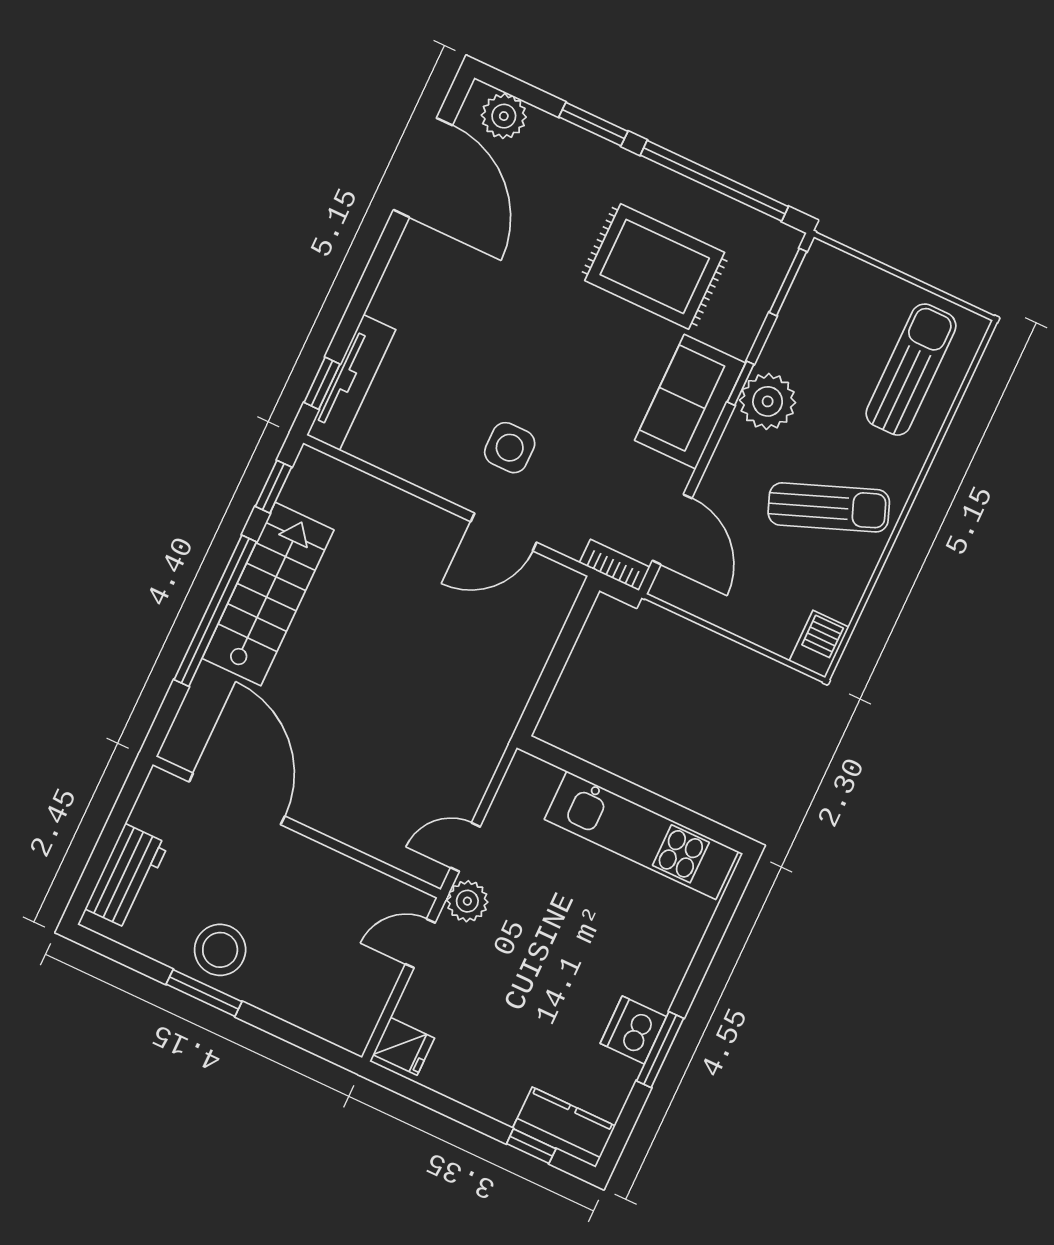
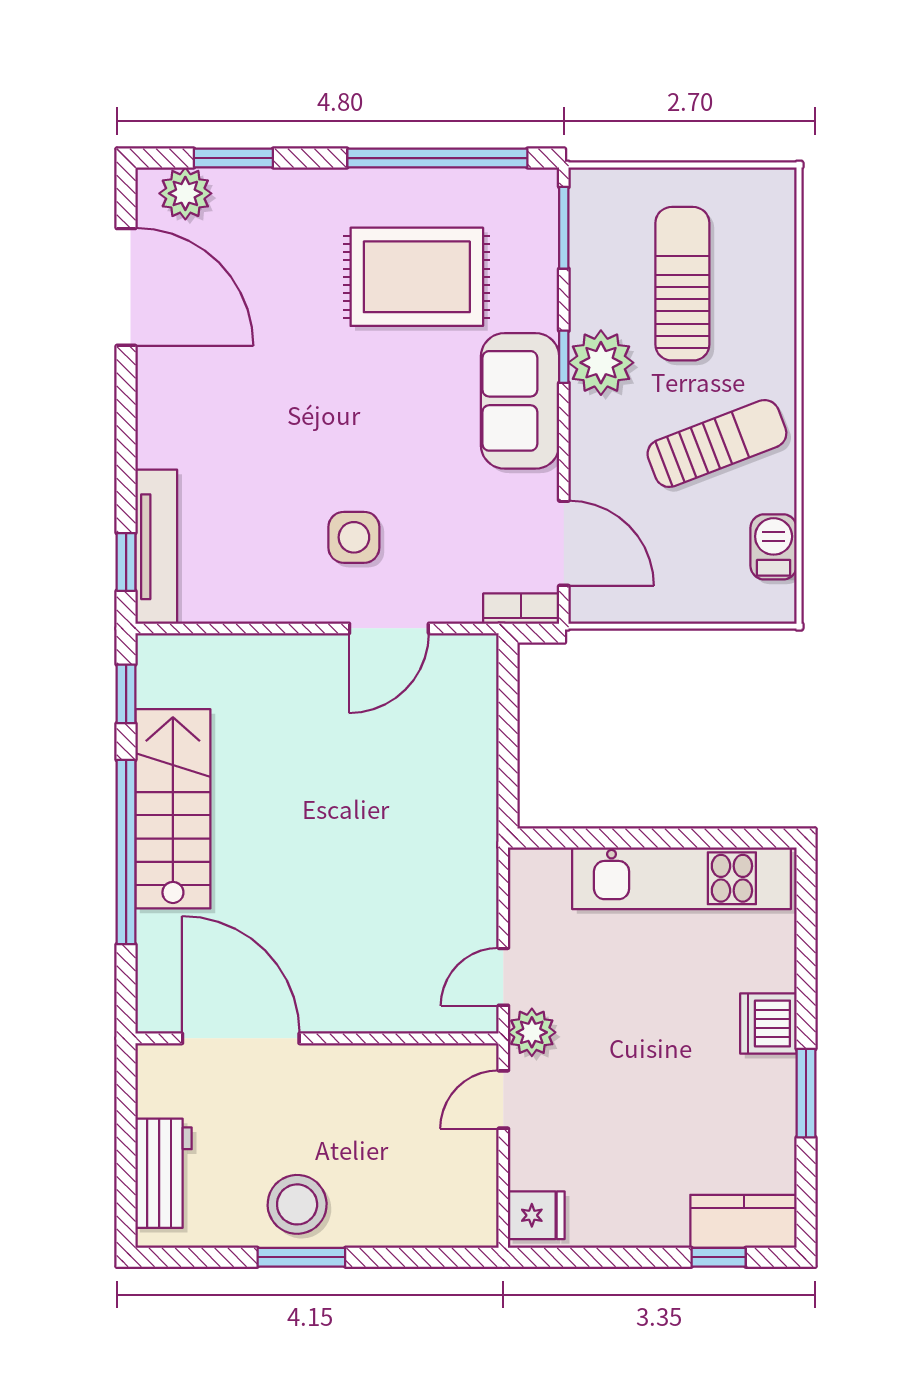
window: (593, 124) -> (233, 158), moved
sun lounger: (911, 370) -> (682, 284), moved
barbecue: (819, 644) -> (774, 547), moved
dishwasher: (633, 1030) -> (768, 1024), moved

